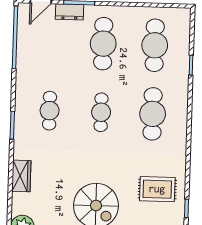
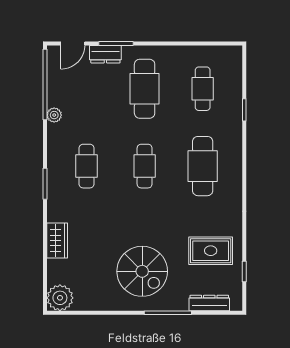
cafe table: (155, 45) -> (203, 89), width x0.73, depth x0.74
plant: (22, 64) -> (54, 115), added

